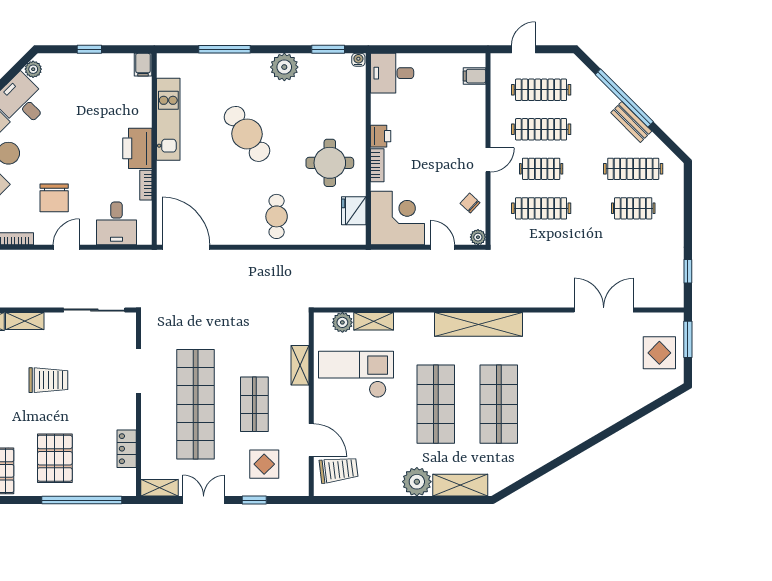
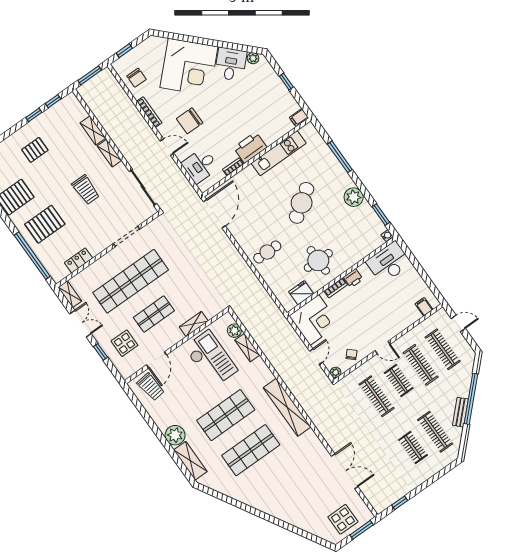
desk: (392, 73) -> (389, 263), width x1.37

